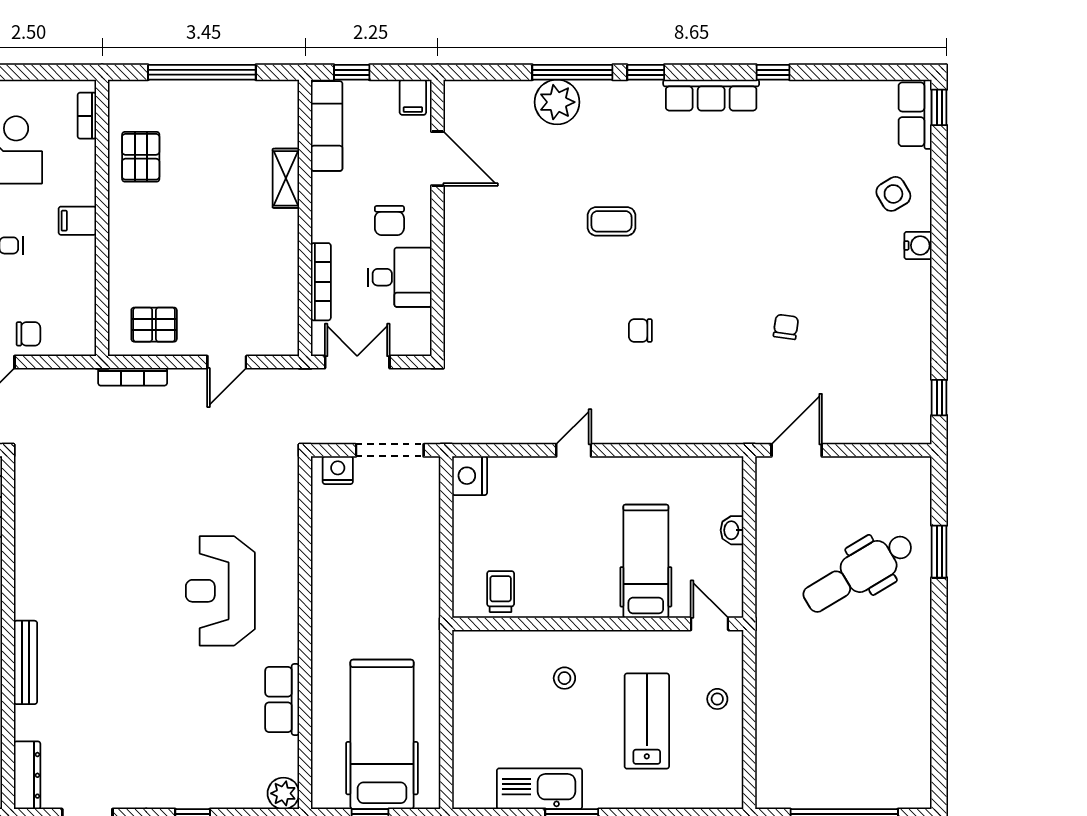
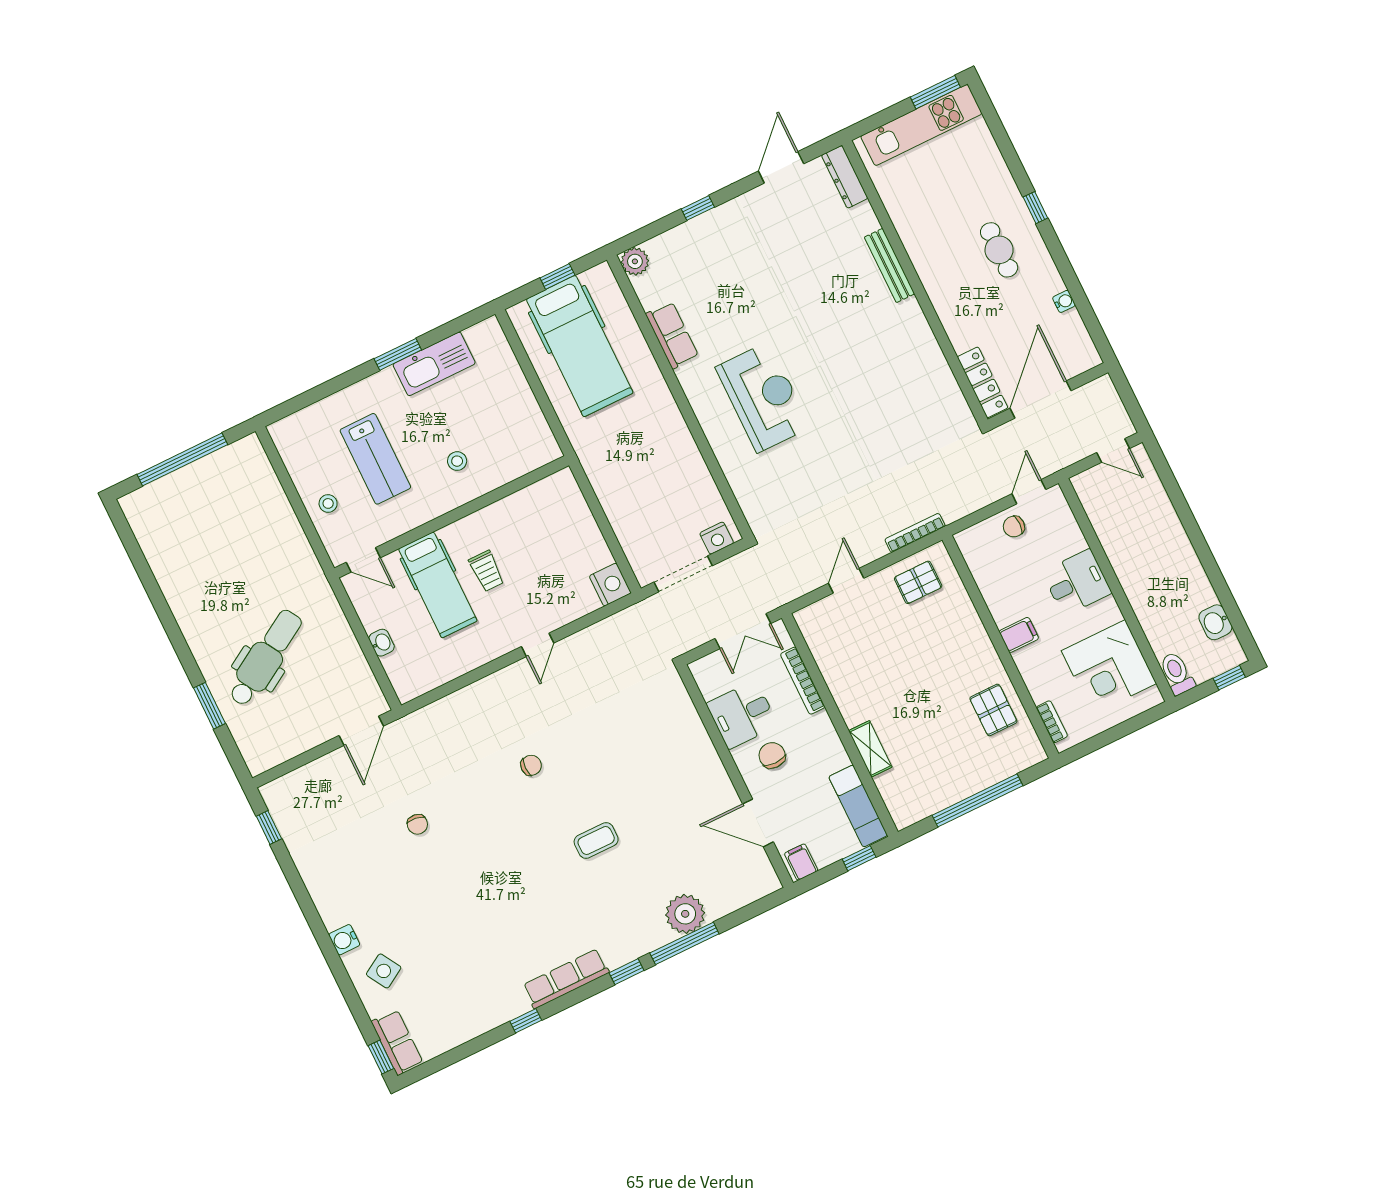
trolley: (501, 592) -> (486, 571), moved

